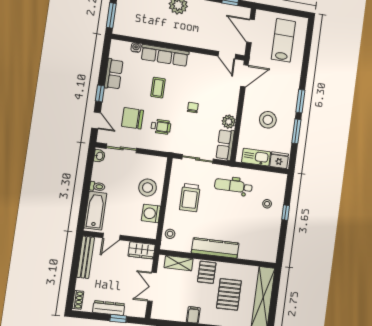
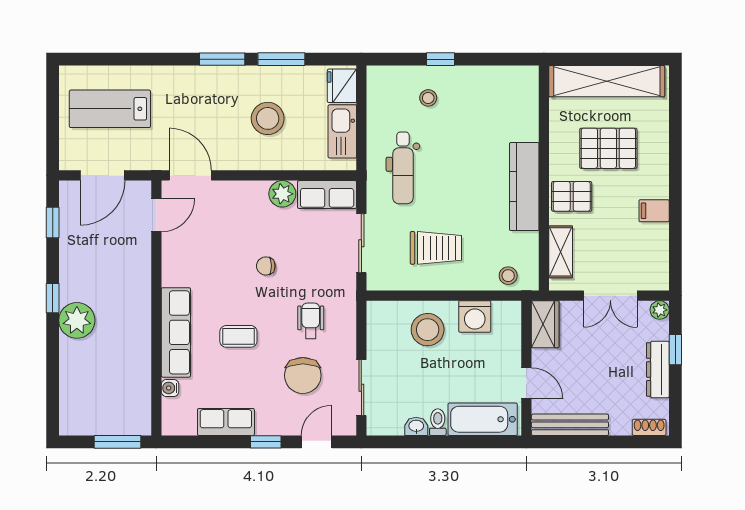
washbasin: (99, 156) -> (416, 426), moved
plant: (141, 312) -> (660, 310), added

